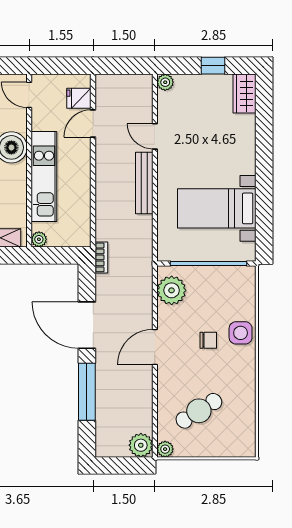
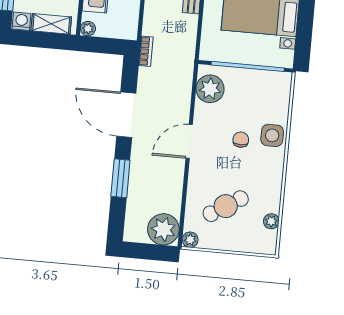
chair: (208, 340) -> (241, 140), turned -90
window: (87, 392) -> (120, 178), width x0.69
plant: (248, 422) -> (271, 221), added
plant: (141, 445) -> (163, 229), width x1.36, depth x1.36

